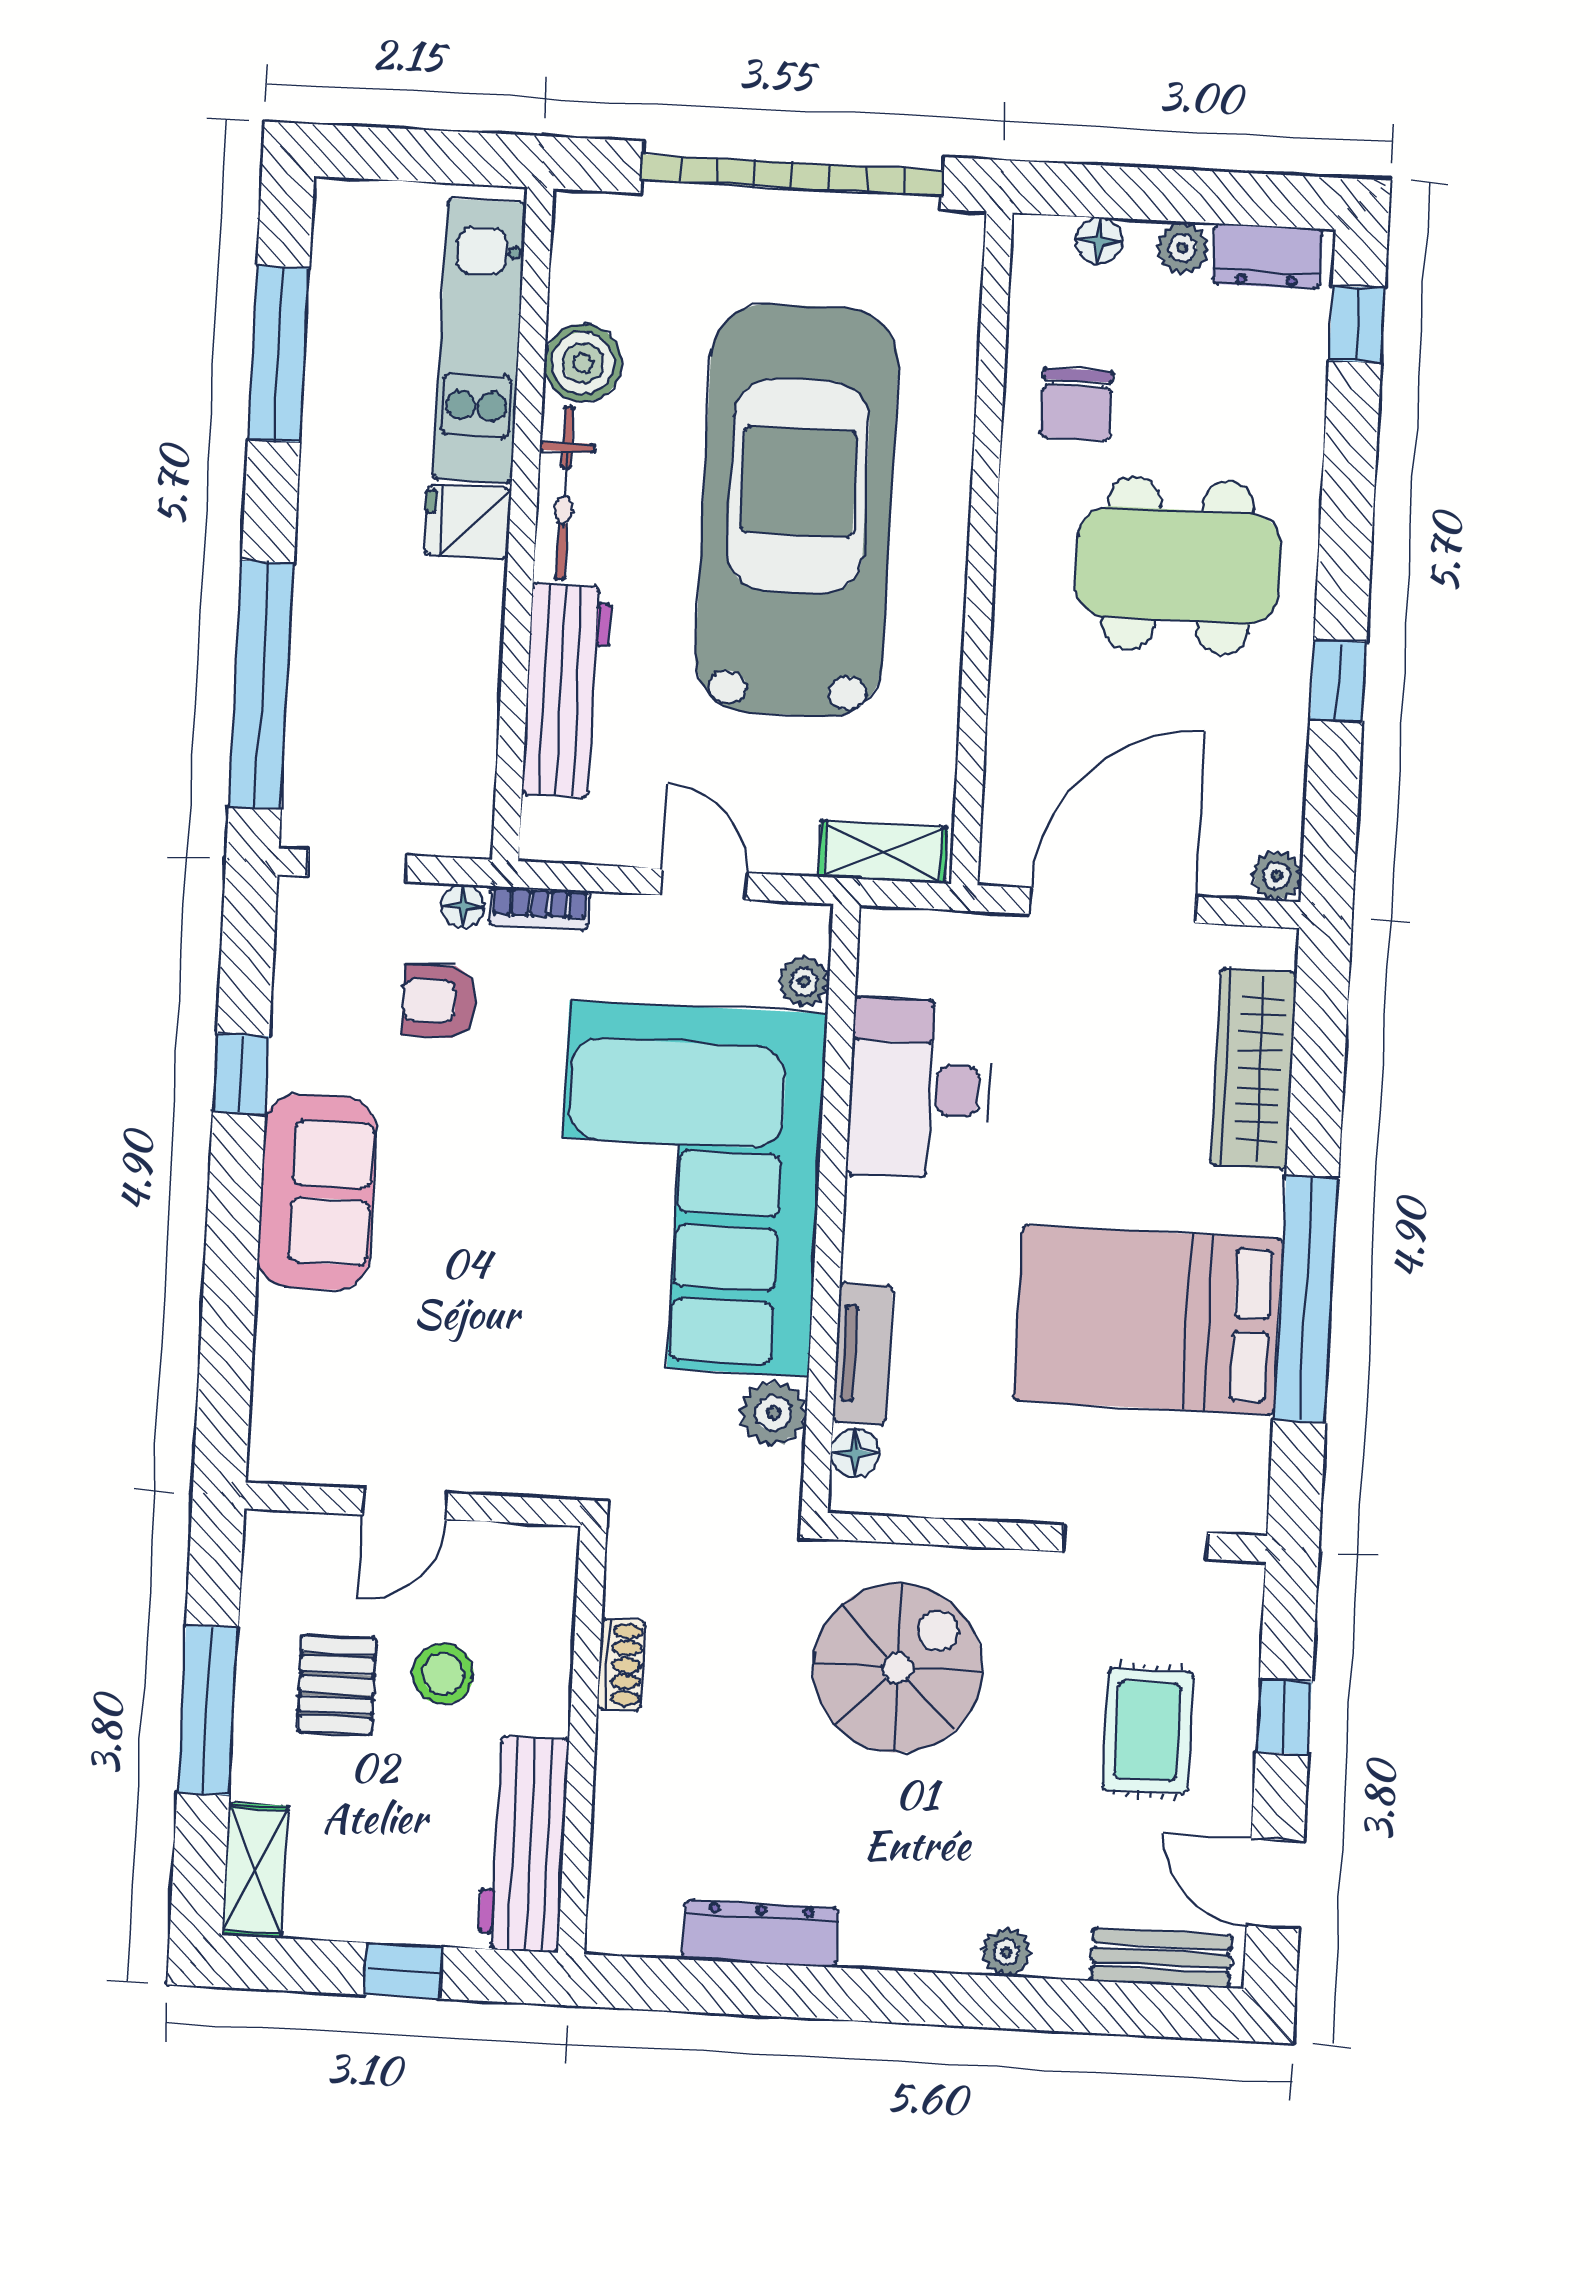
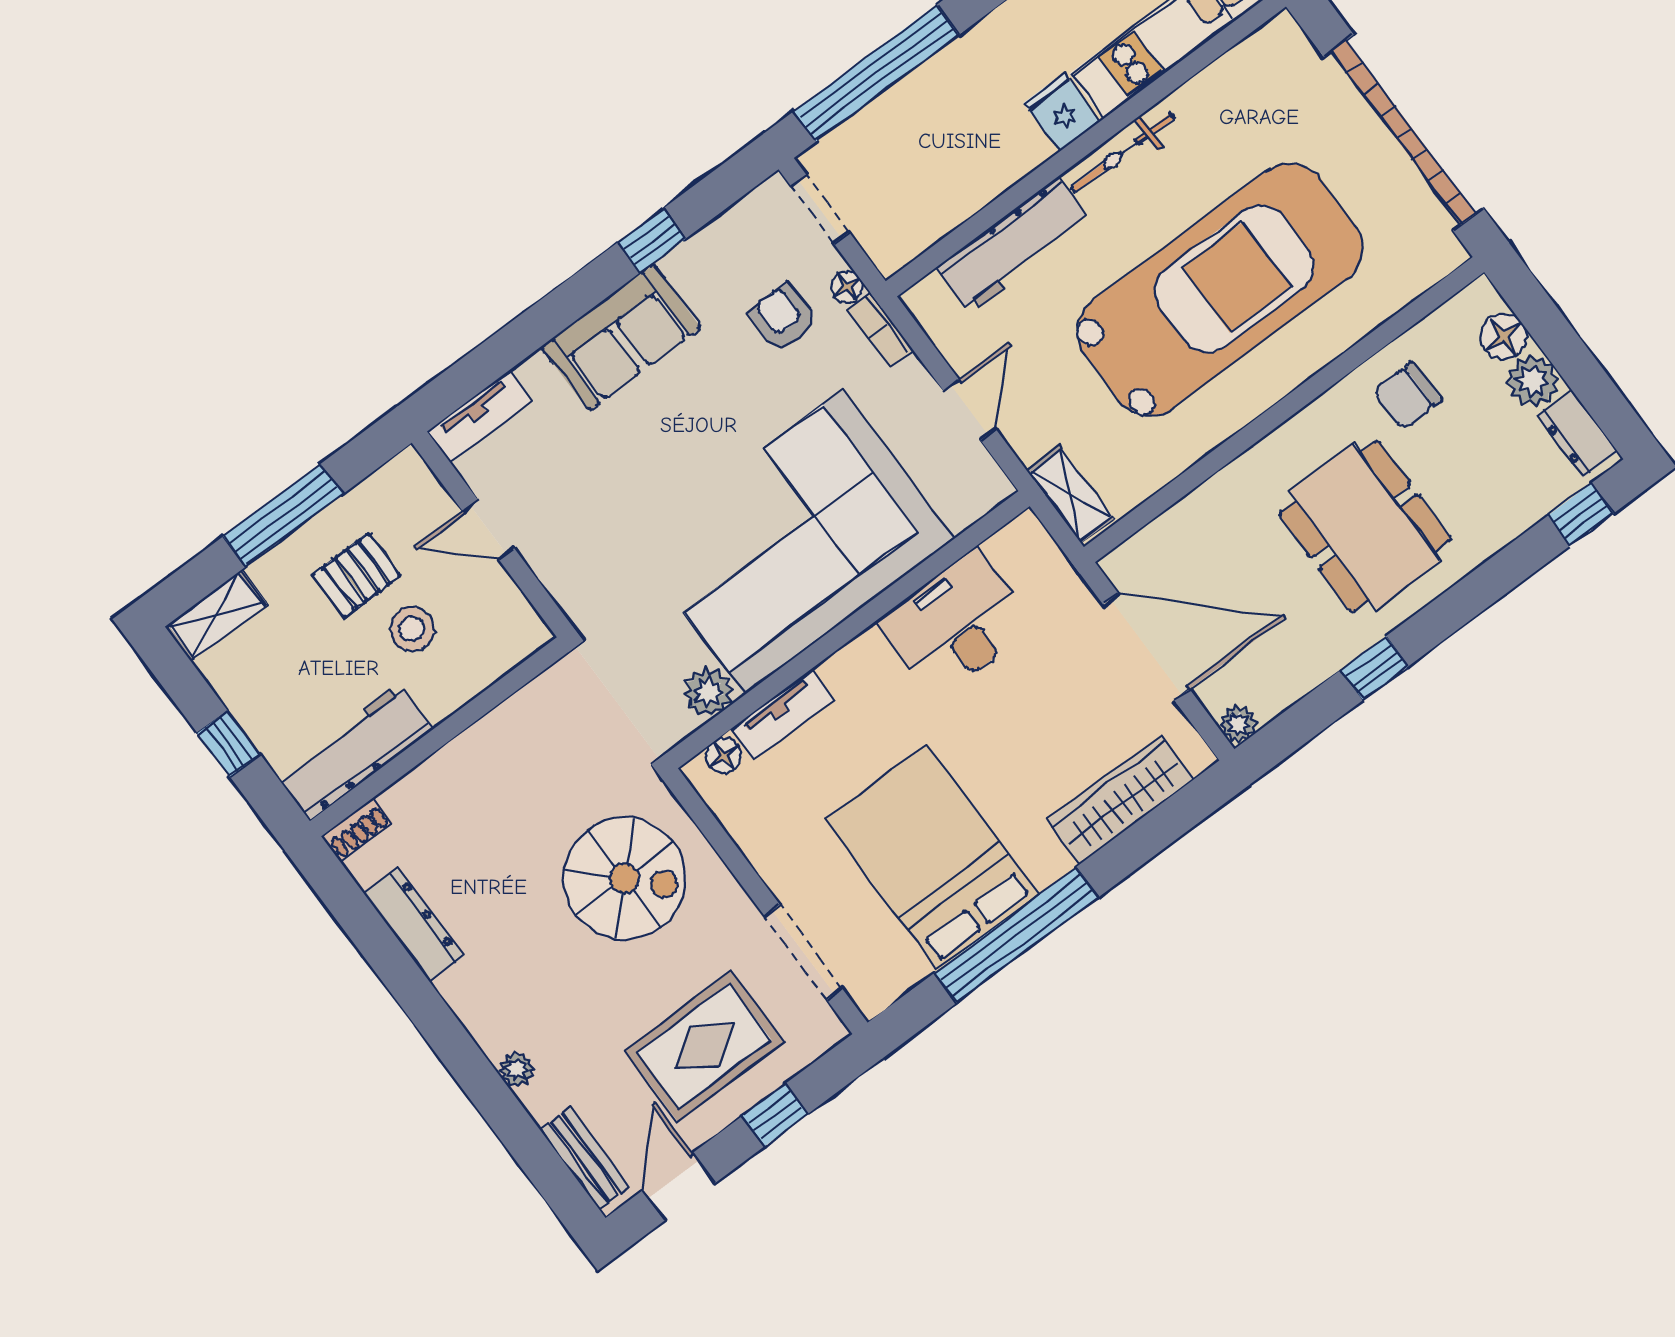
floor lamp: (1099, 241) -> (1503, 337), width x1.37, depth x1.37
plant: (1182, 248) -> (1533, 381), width x1.38, depth x1.38
boiler: (583, 363) -> (1203, 103), removed
plant: (804, 982) -> (962, 510), removed
tv unit: (276, 1413) -> (480, 416), added
shoe rack: (621, 1665) -> (357, 829), moved
rug: (1148, 1731) -> (704, 1046), width x1.36, depth x1.43

